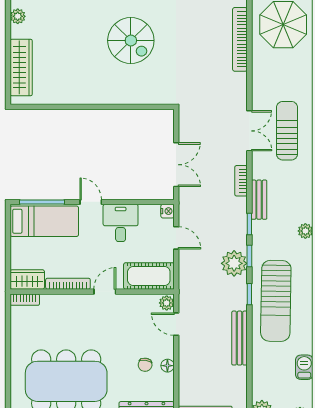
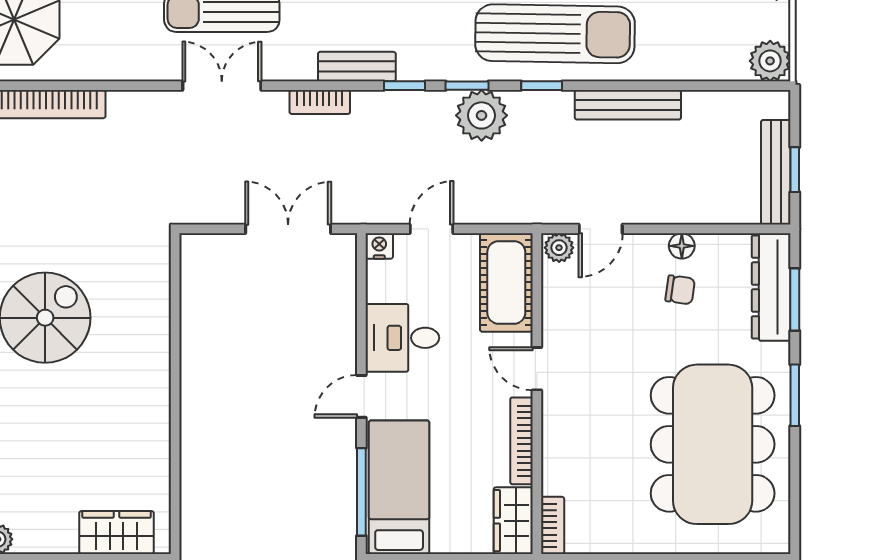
wardrobe: (21, 67) -> (117, 533), width x0.67

